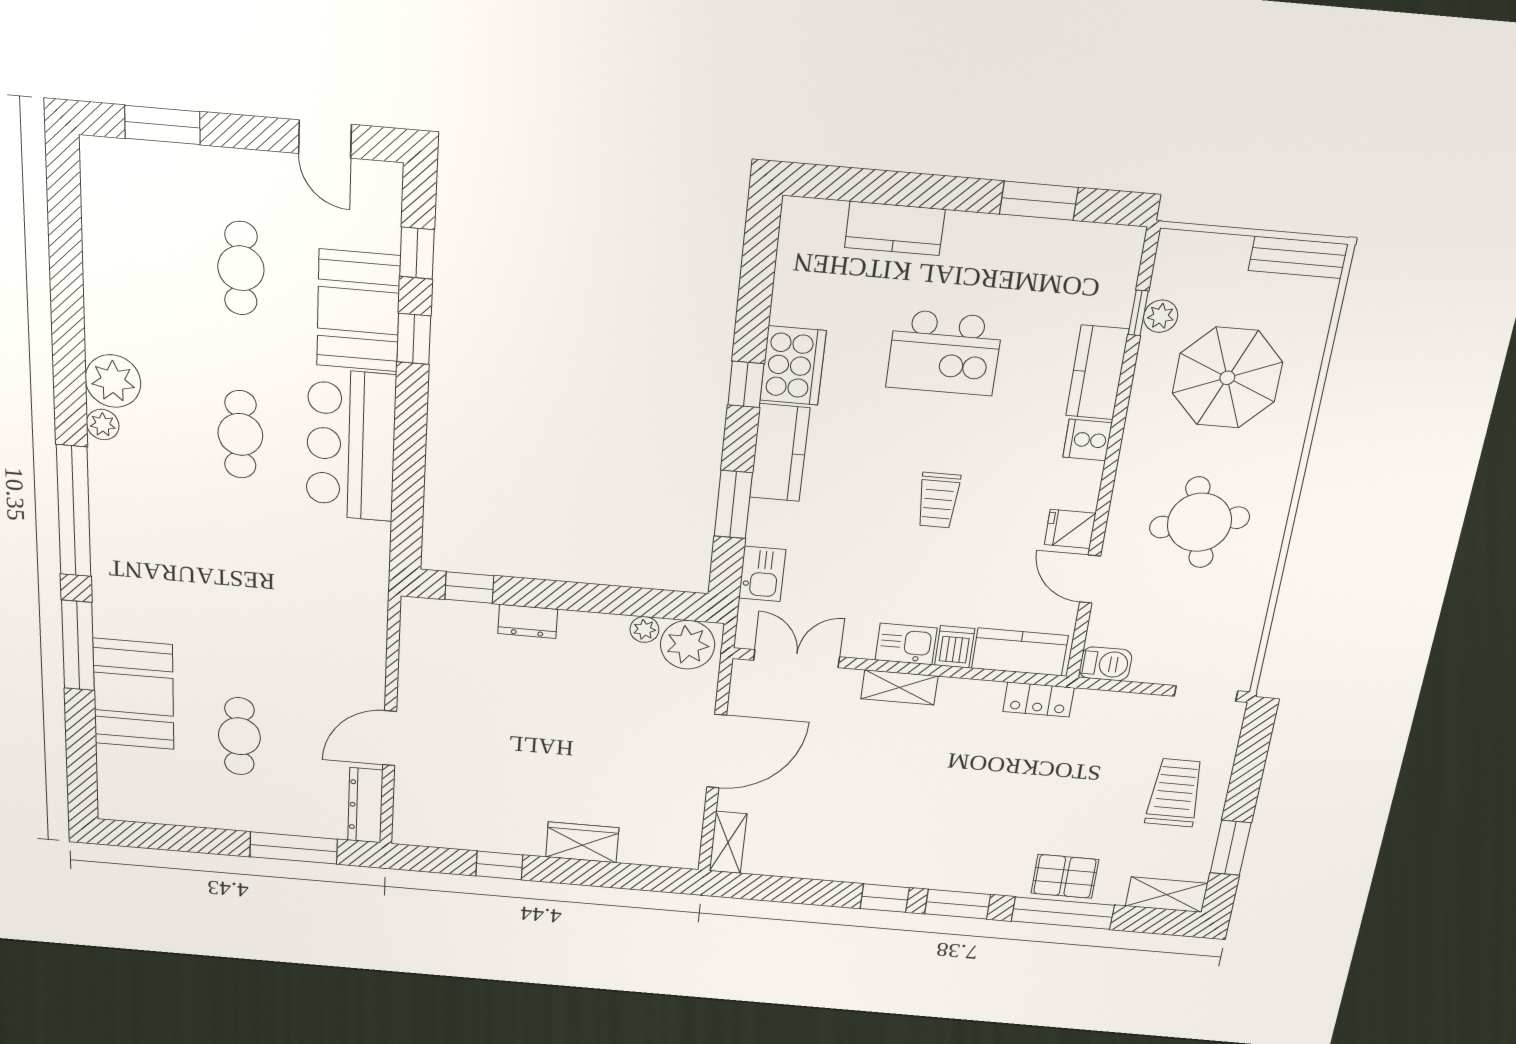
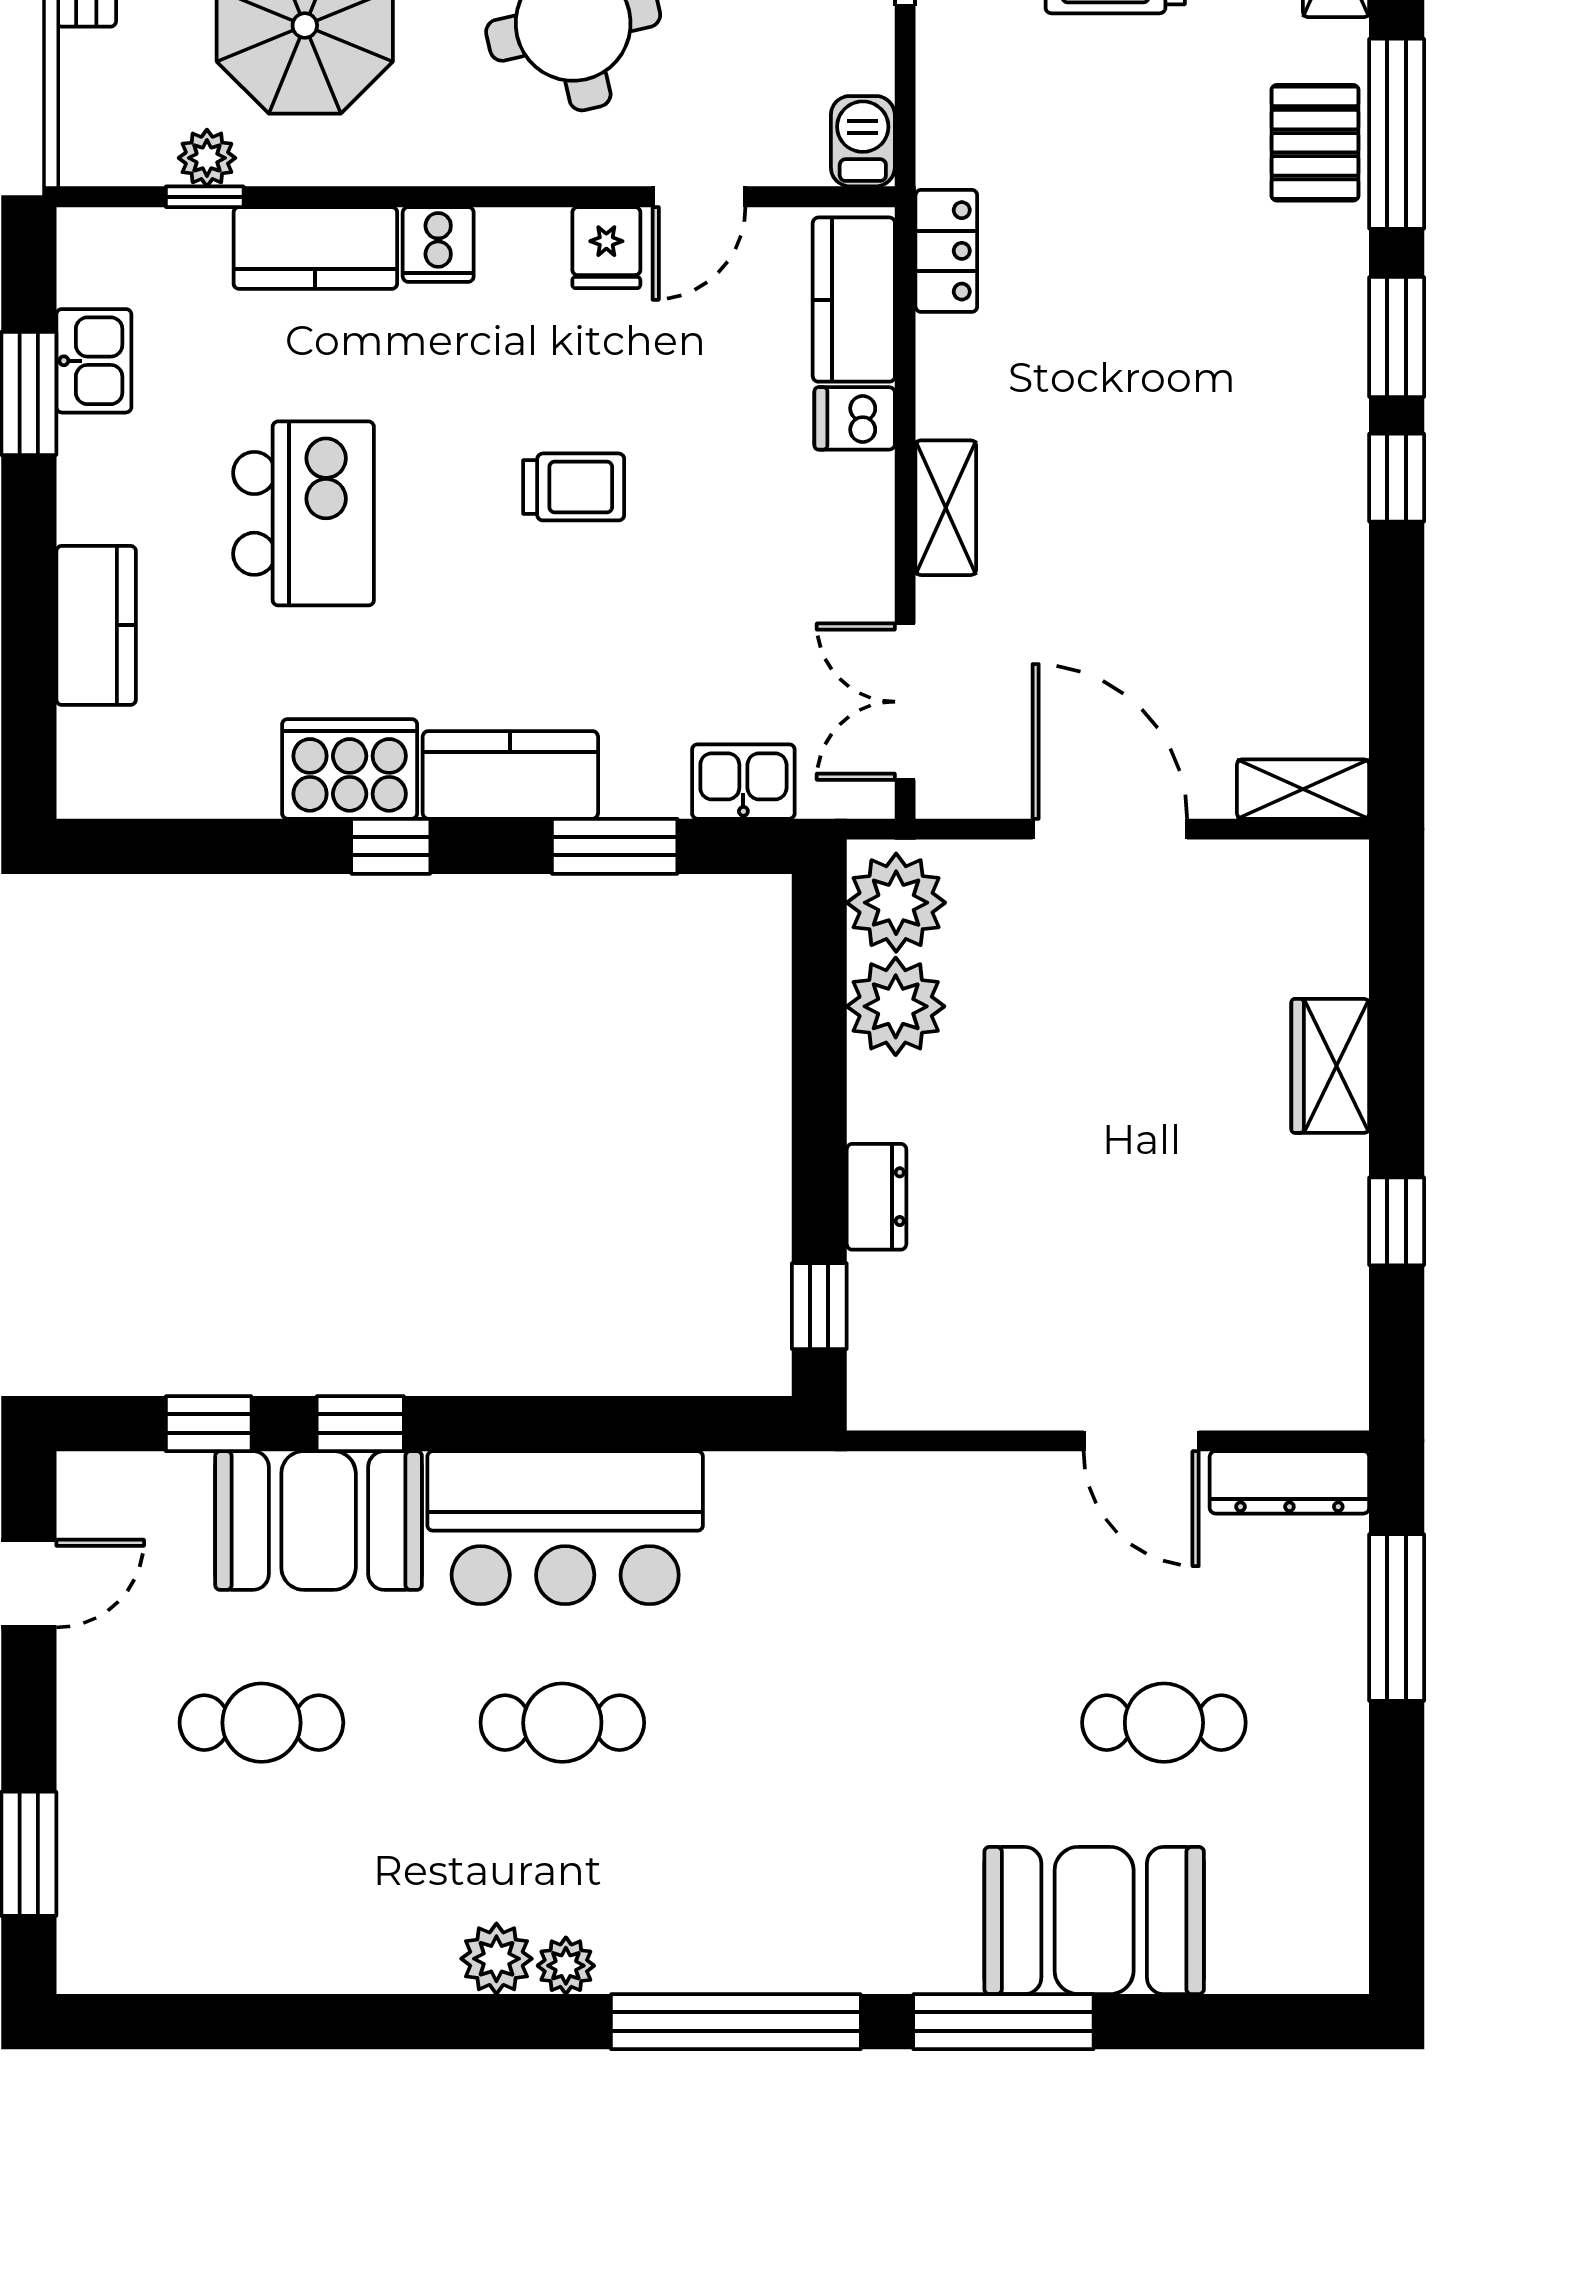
plant: (113, 381) -> (496, 1959), width x0.73, depth x0.73
plant: (644, 629) -> (896, 1006), width x1.88, depth x1.88
kitchen sink: (906, 644) -> (94, 361), moved, turned 180

